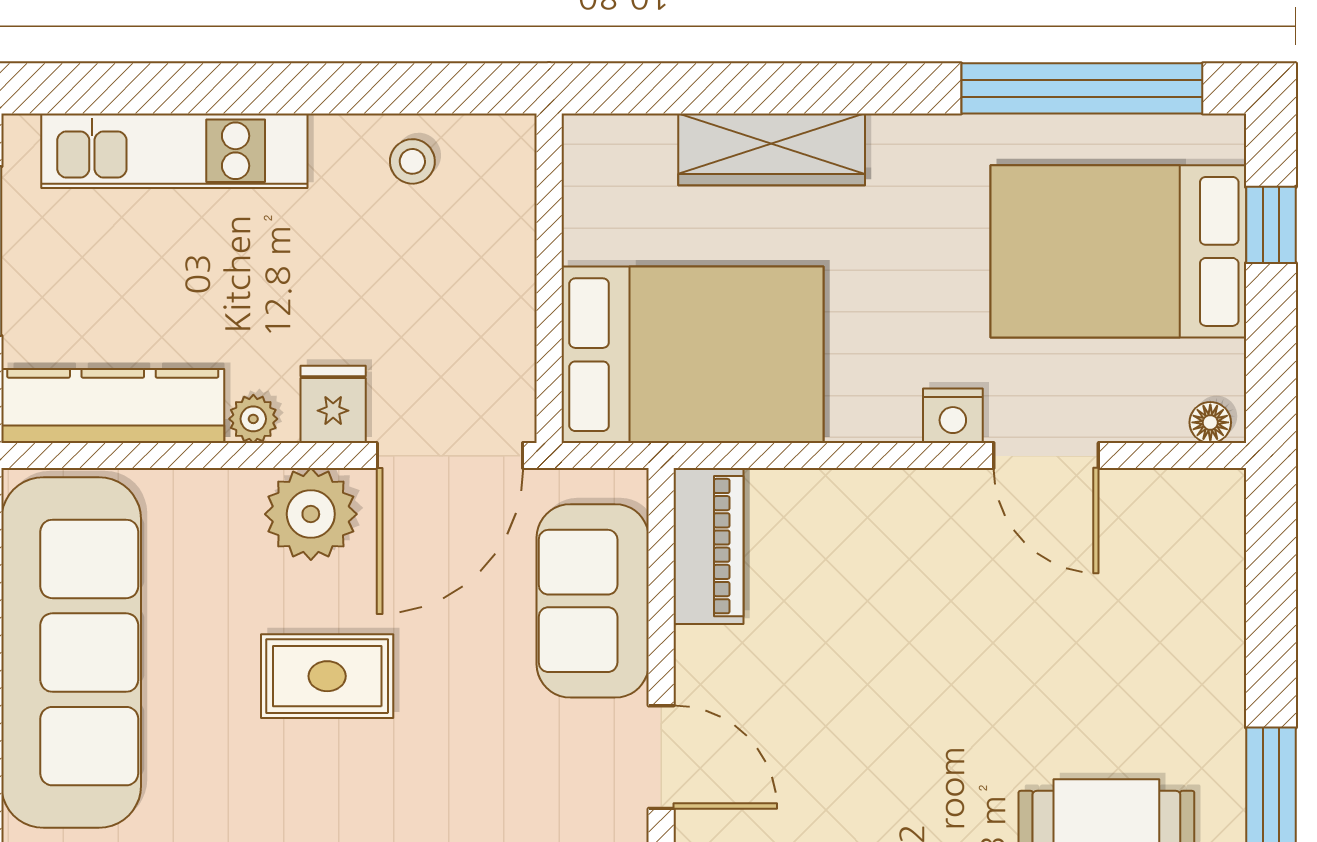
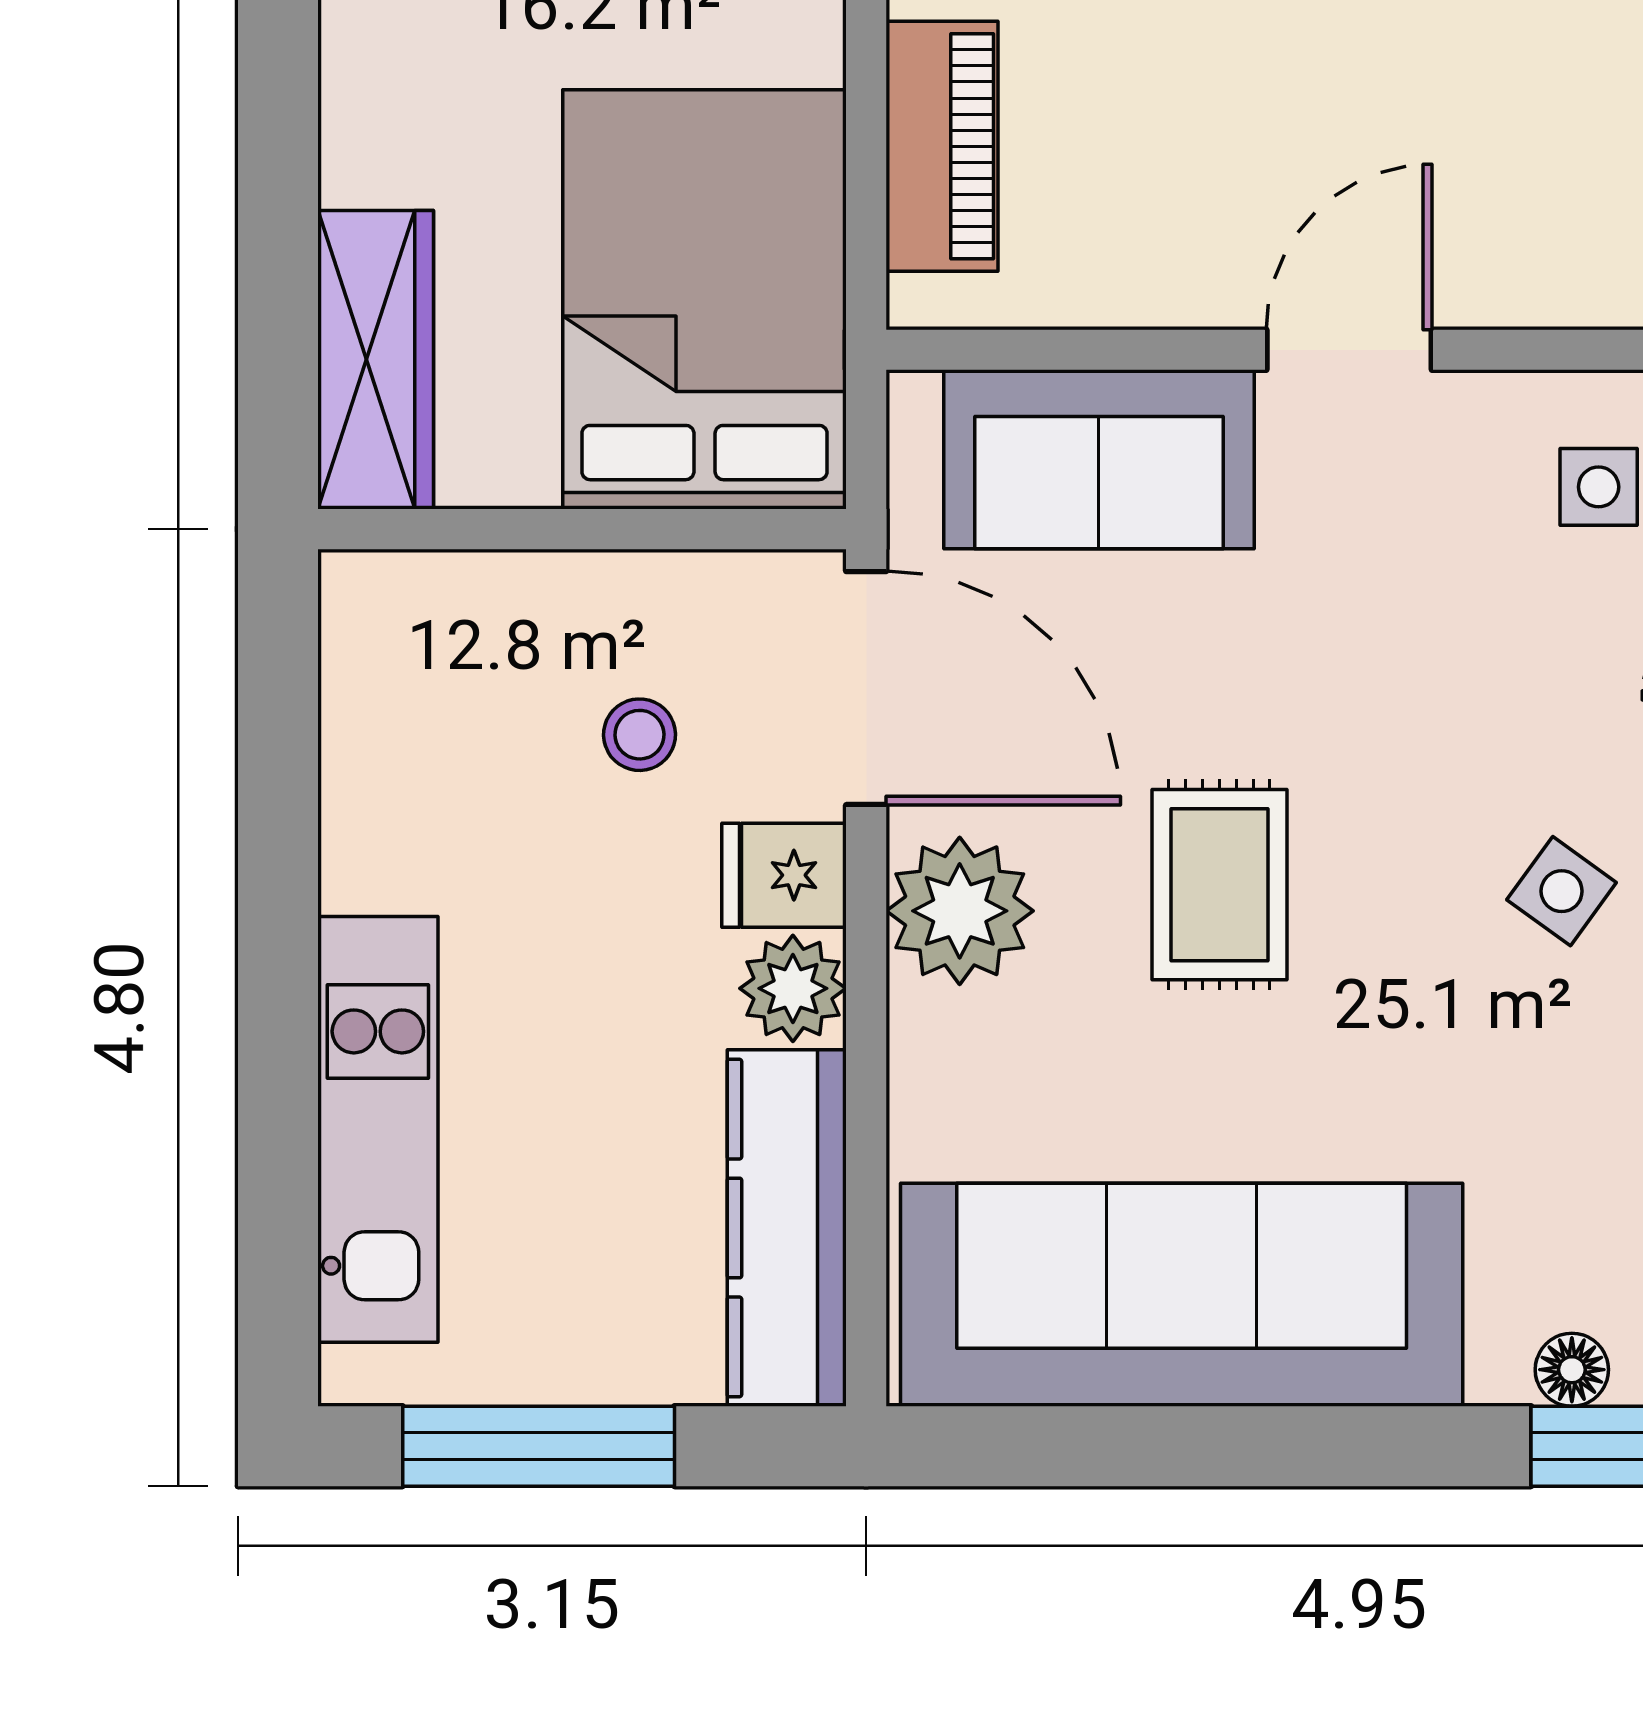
wardrobe: (772, 149) -> (376, 360), moved
stool: (412, 161) -> (639, 735), moved
plant: (253, 419) -> (793, 988), width x1.38, depth x1.38
piano: (708, 546) -> (942, 146), moved, turned 90

